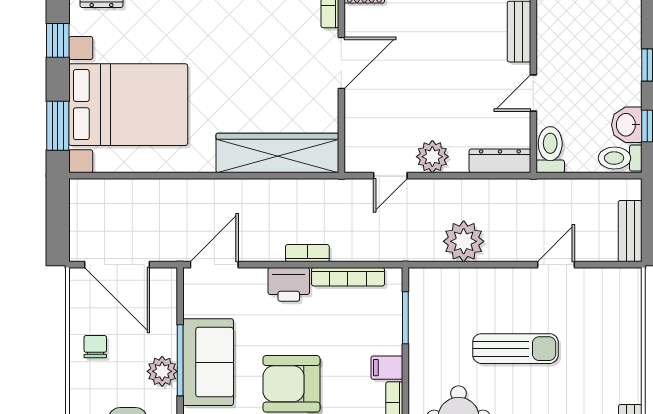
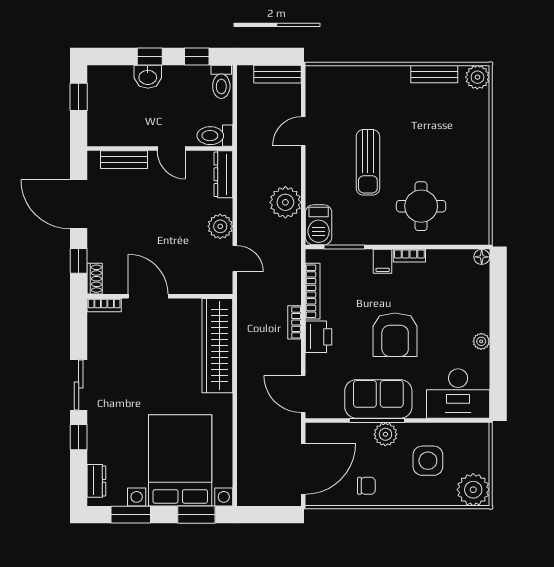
window: (58, 40) -> (131, 515), width x1.50
washbasin: (627, 125) -> (148, 77), moved
door: (556, 265) -> (303, 131), hinge flipped
barbecue: (434, 284) -> (319, 225), added
chair: (95, 347) -> (366, 486), turned 180
sun lounger: (515, 349) -> (368, 162), turned 180

